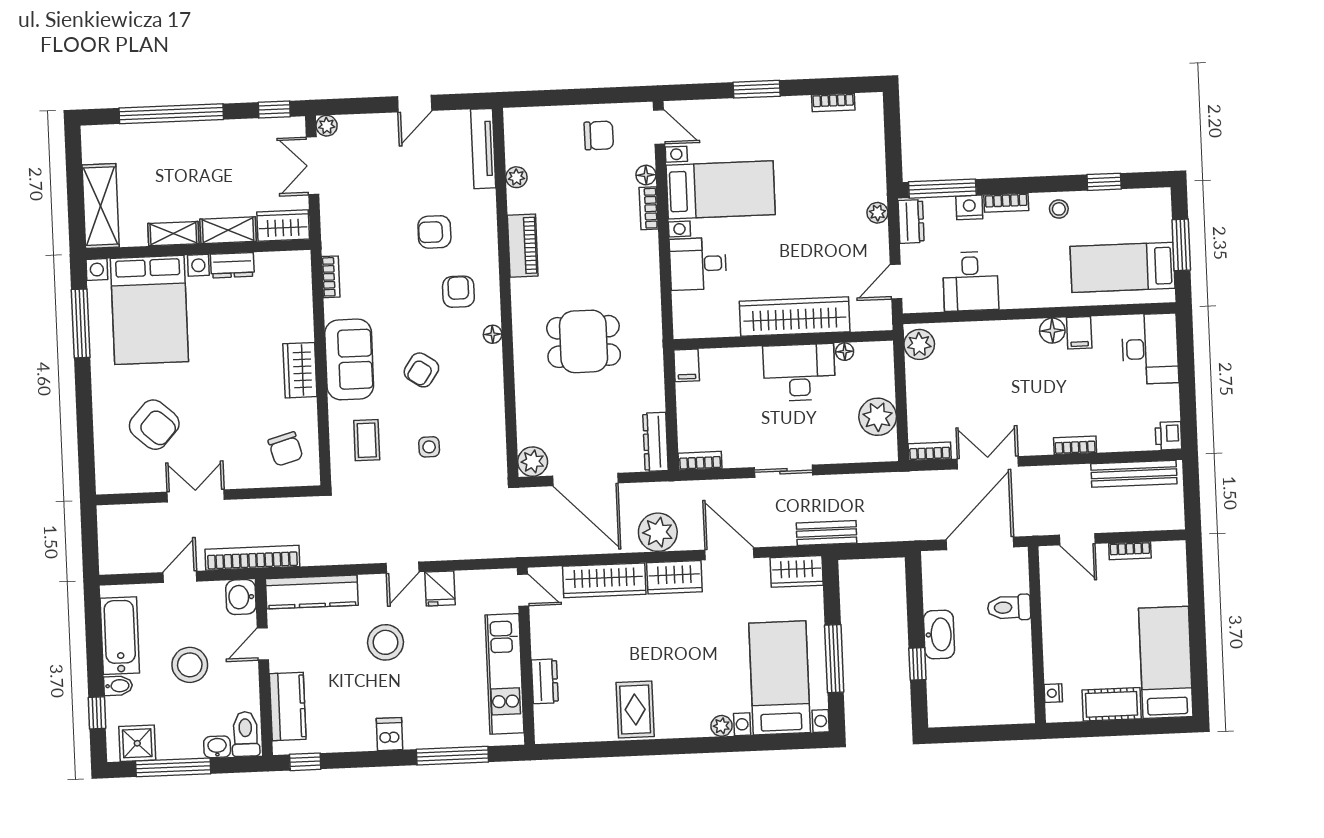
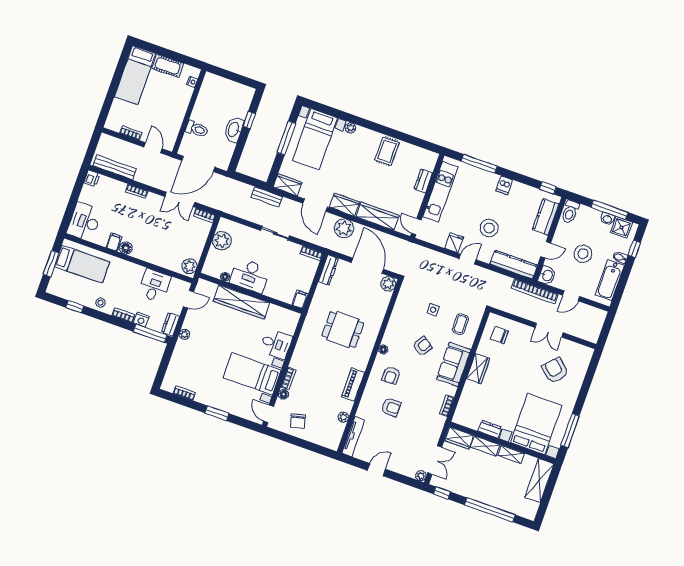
chair: (599, 135) -> (298, 421), turned -105
chair: (285, 449) -> (499, 335), turned -74
washbasin: (217, 747) -> (607, 219), moved

